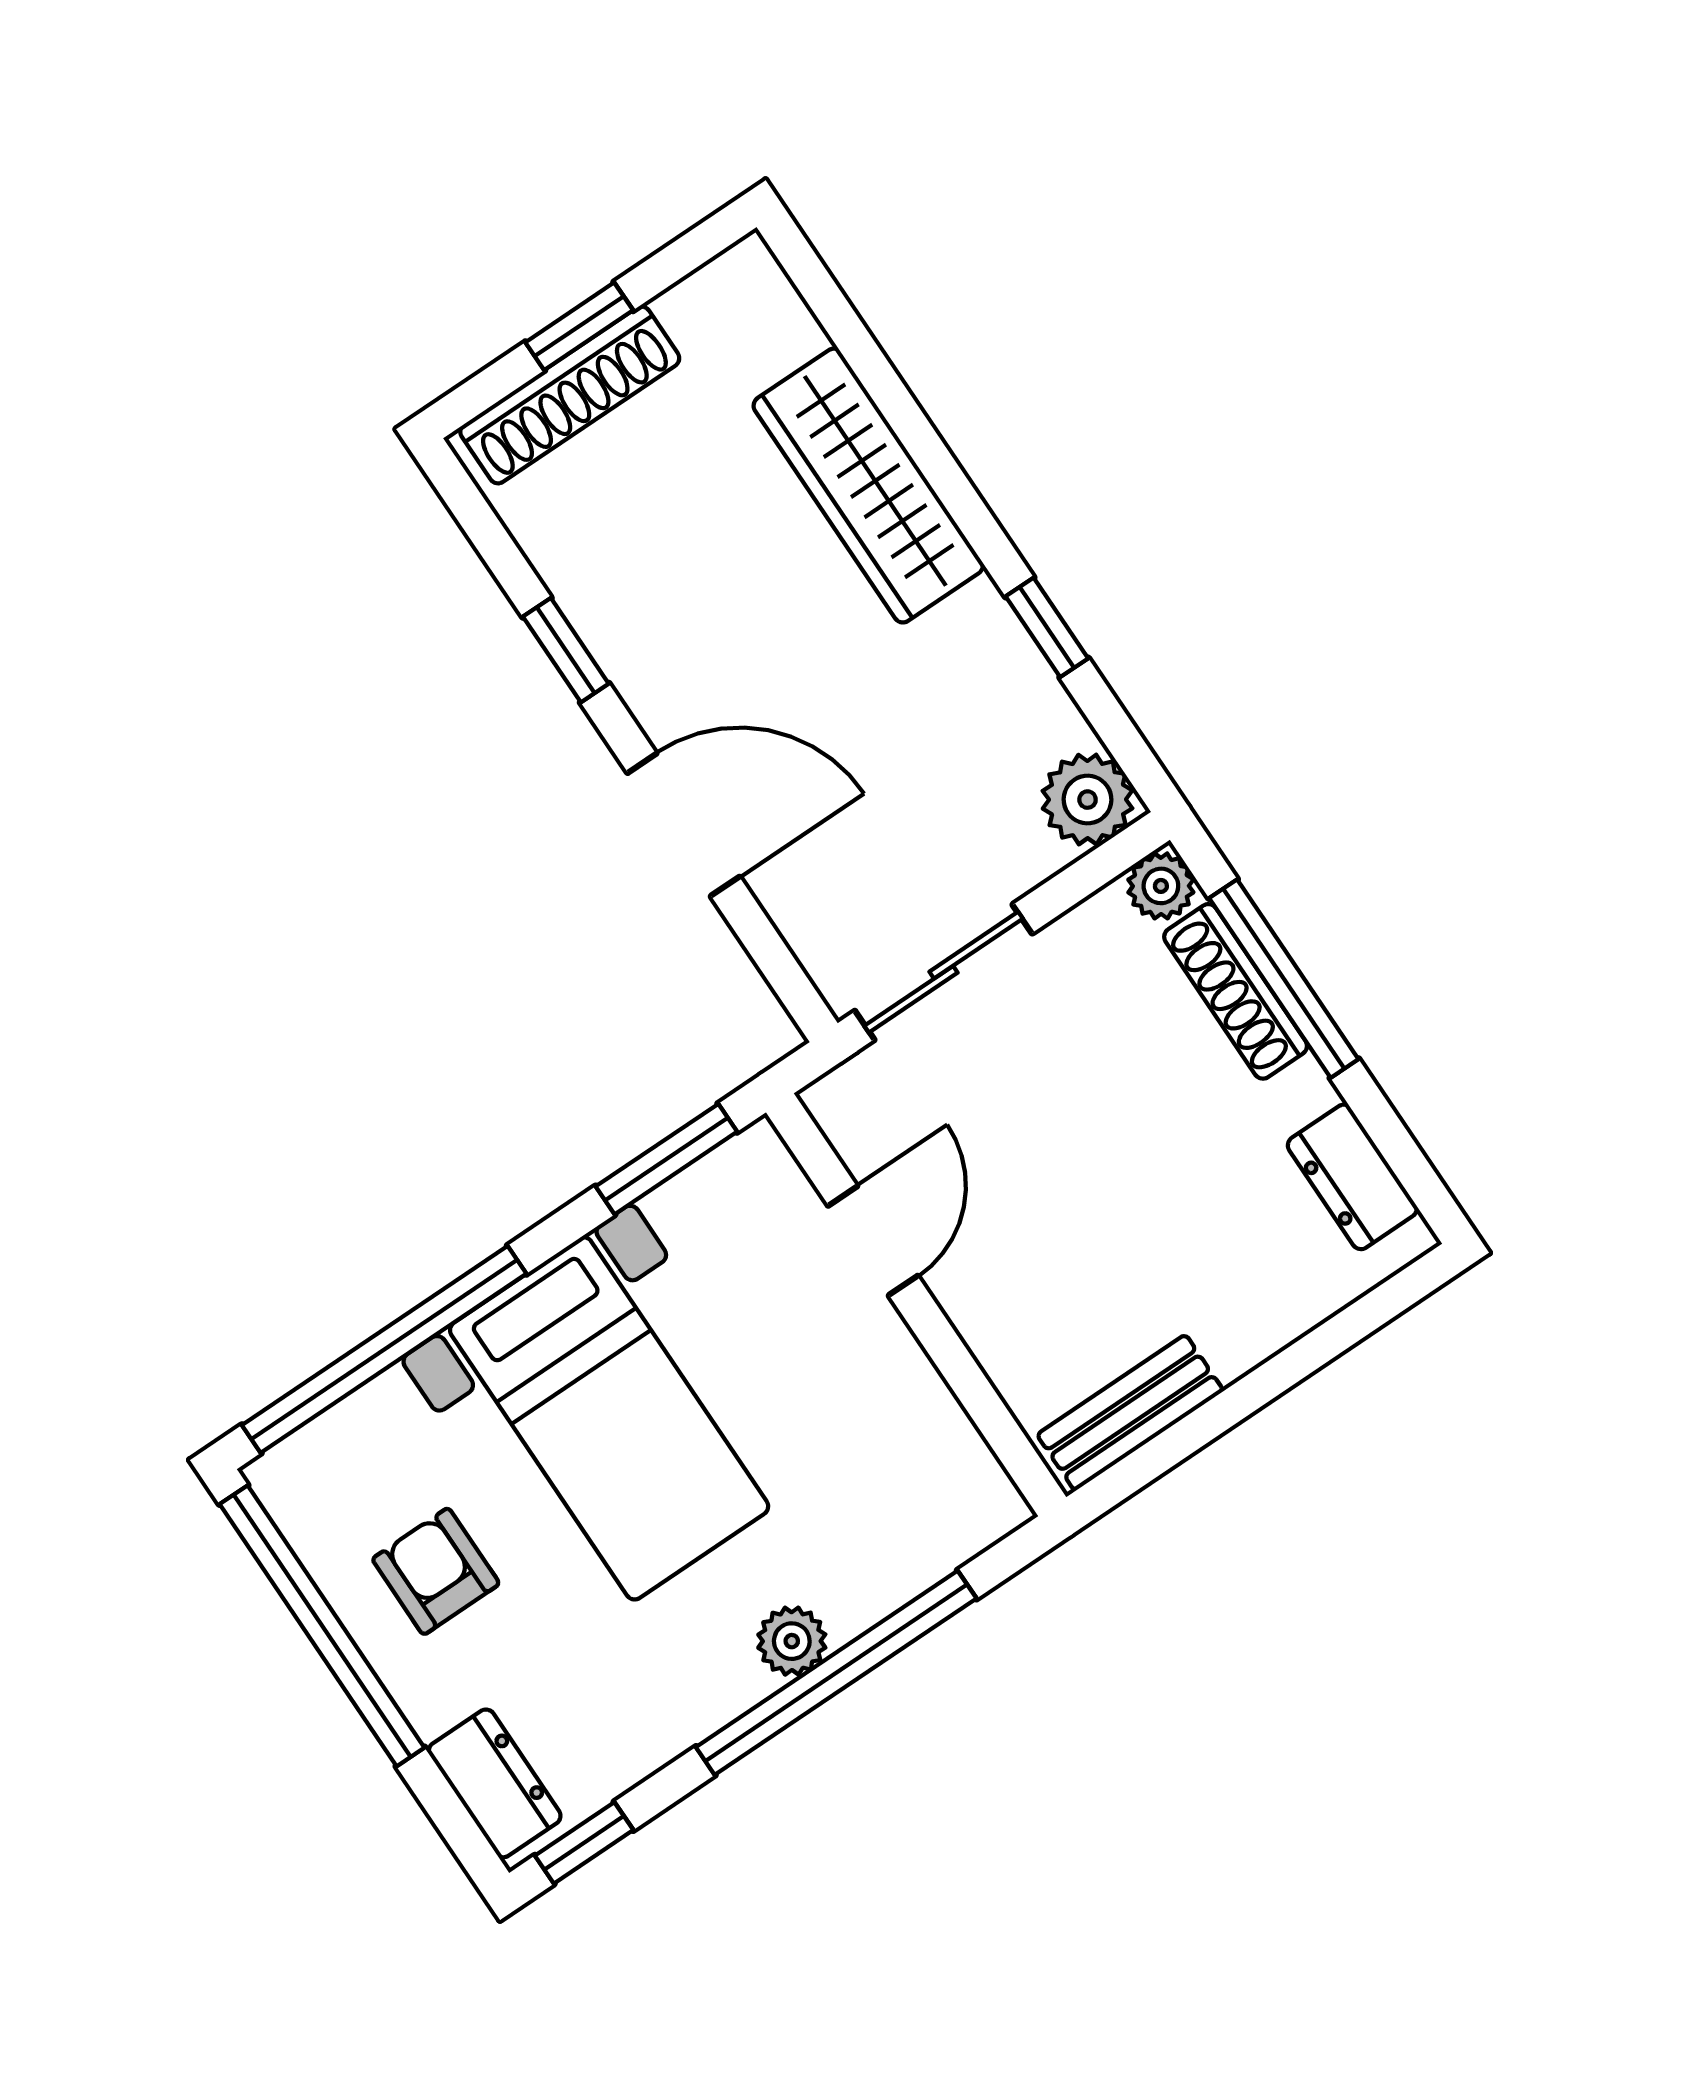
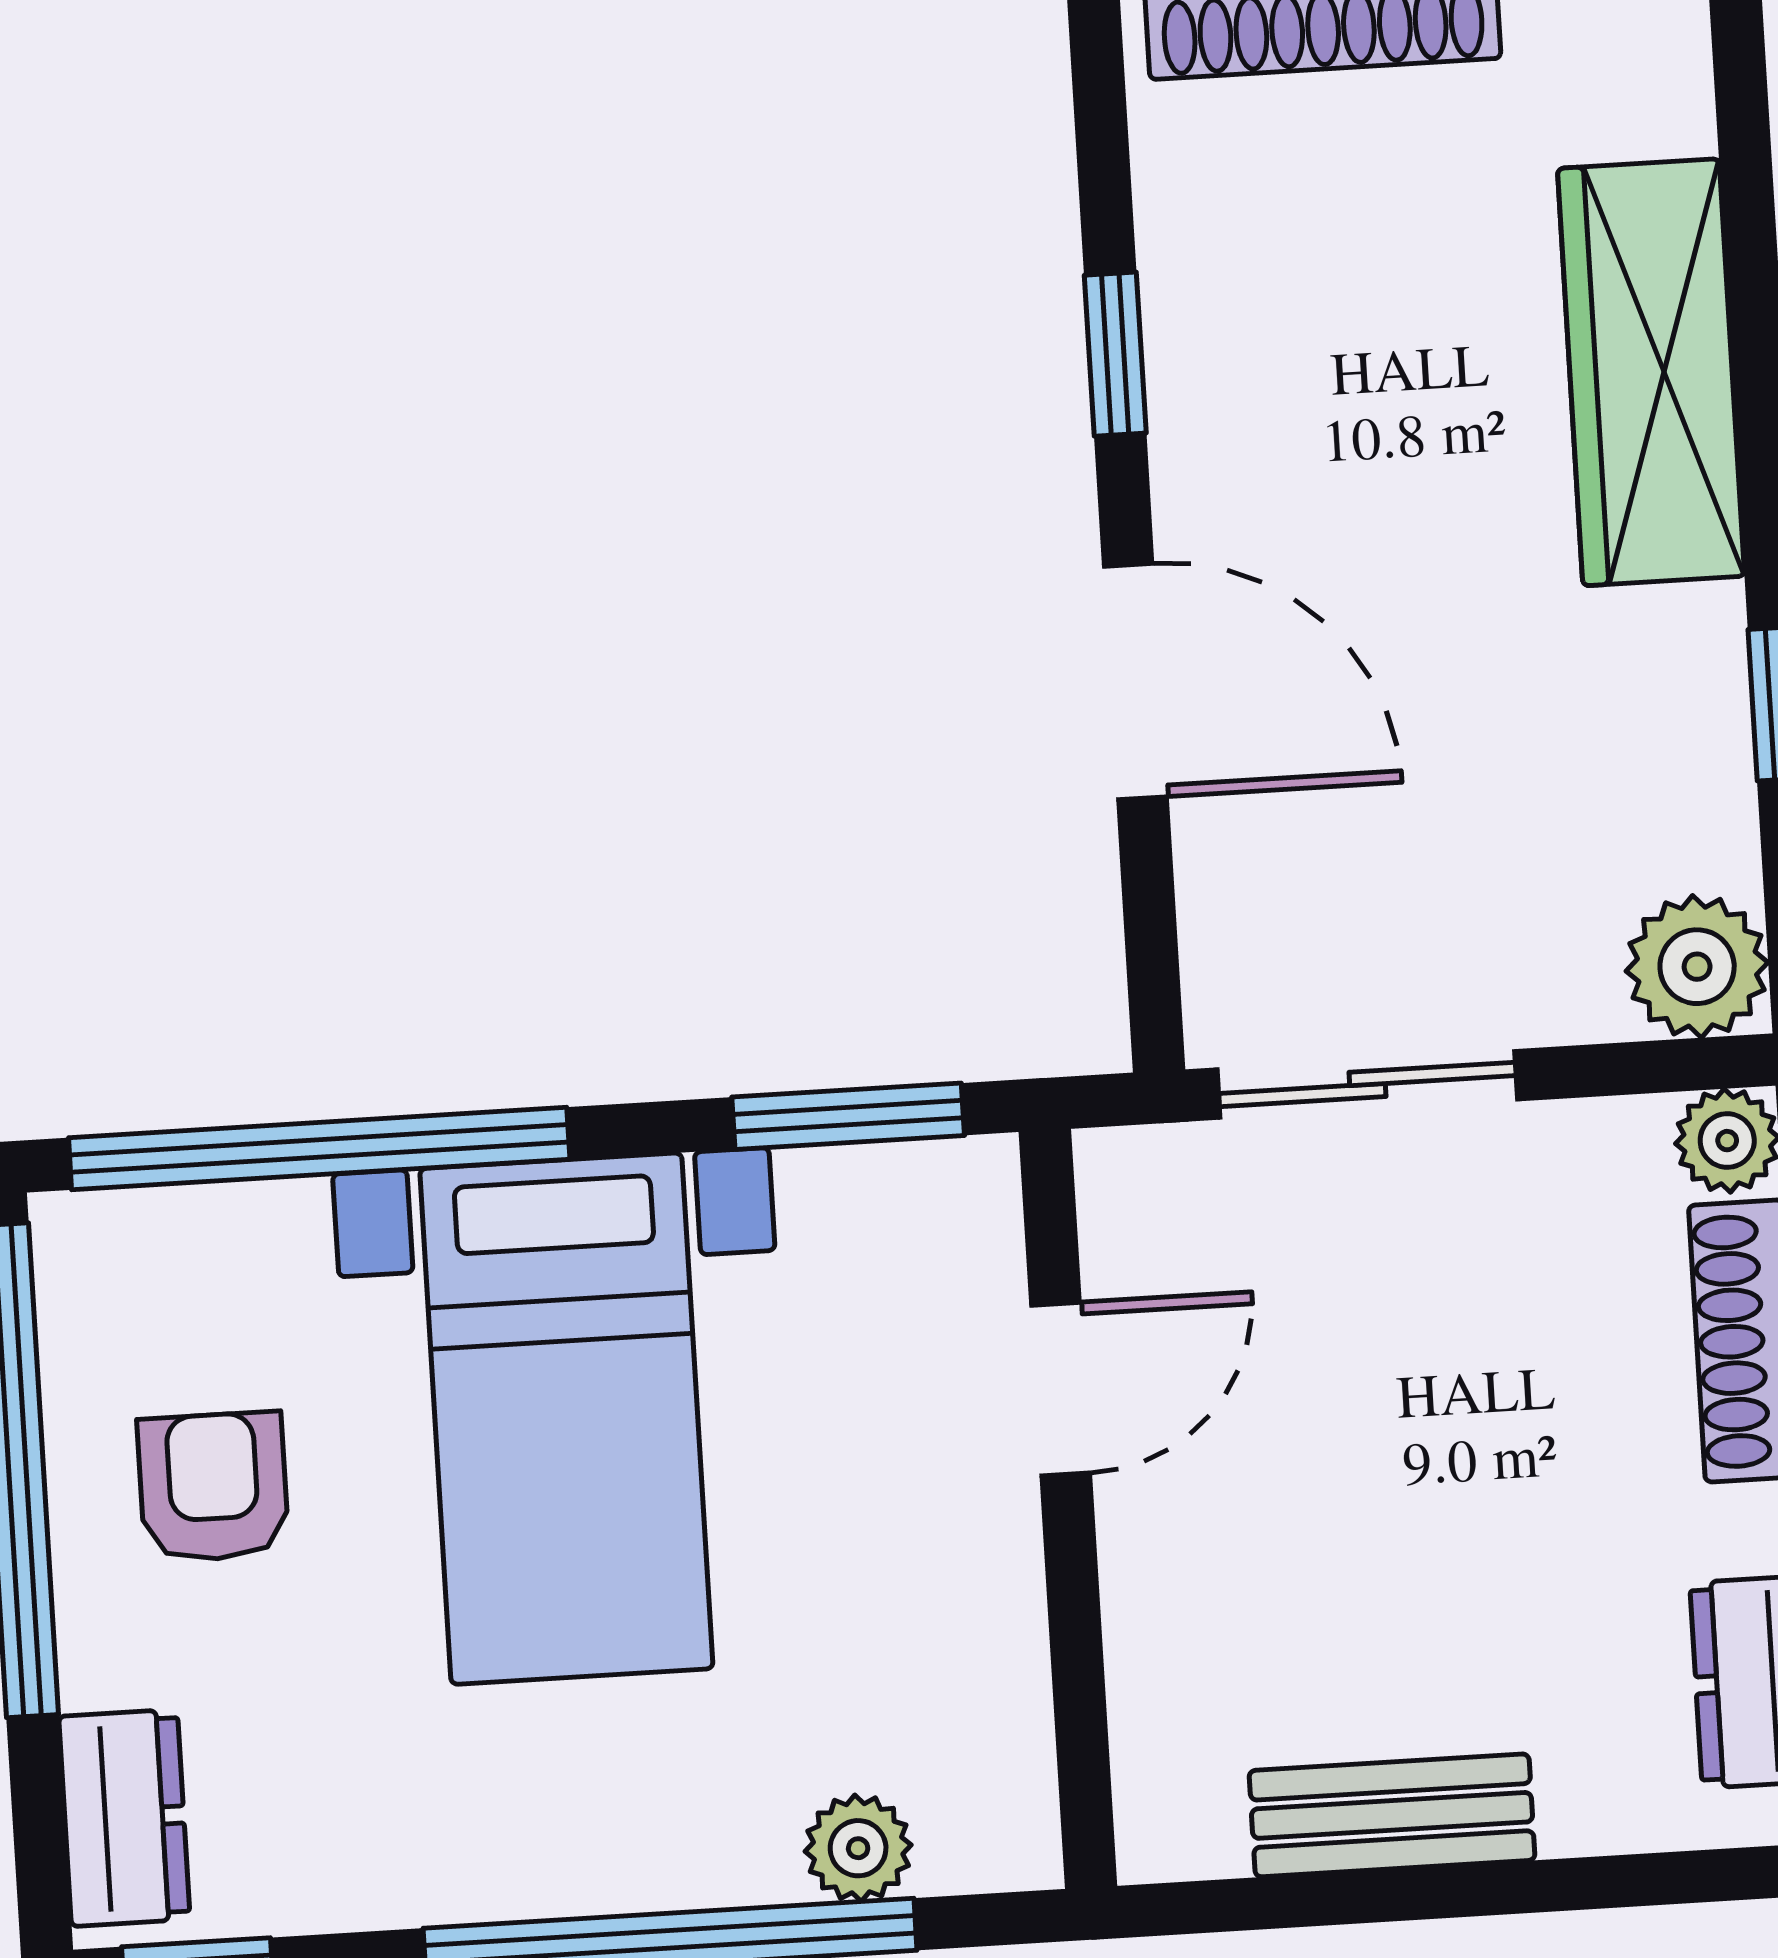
bench: (1130, 1413) -> (1392, 1815), moved
plant: (792, 1641) -> (858, 1848), moved

